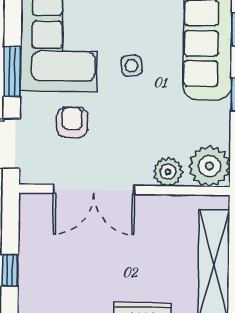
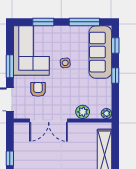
plant: (209, 166) -> (106, 113), width x0.53, depth x0.53

